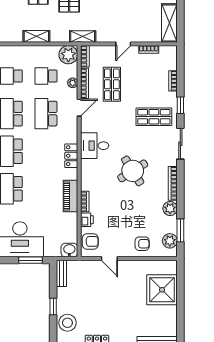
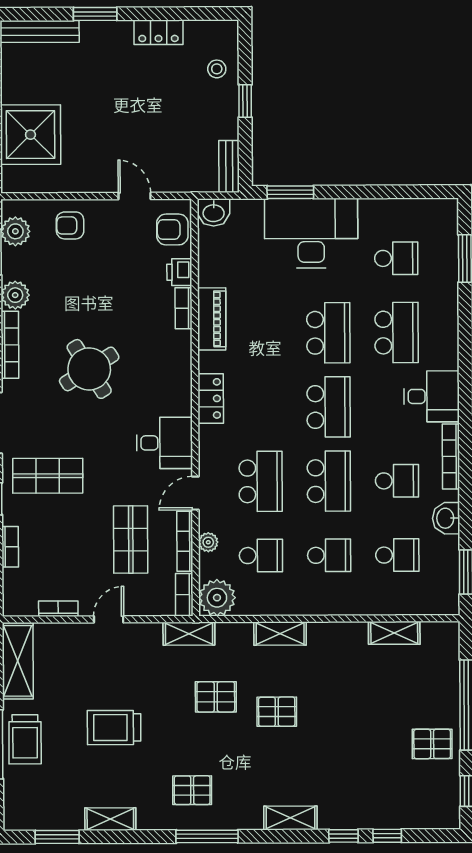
desk: (95, 146) -> (164, 443), moved
stool: (67, 323) -> (217, 69), width x0.53, depth x0.53

